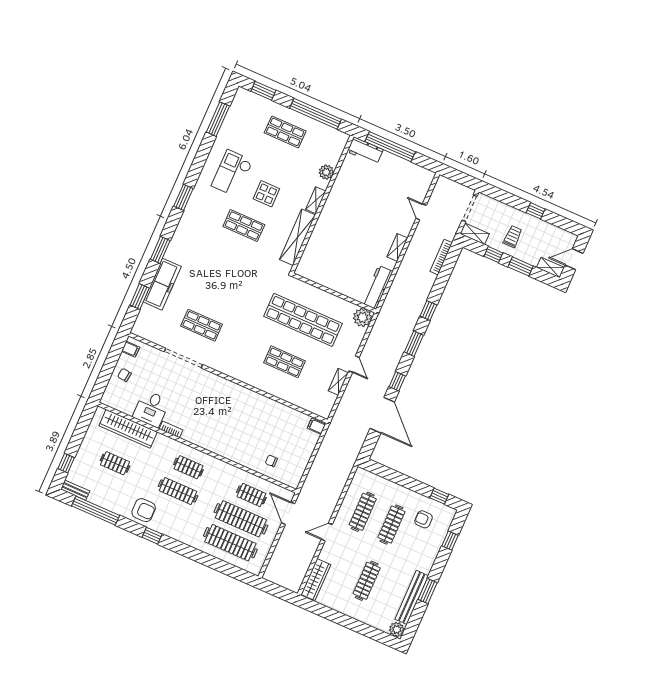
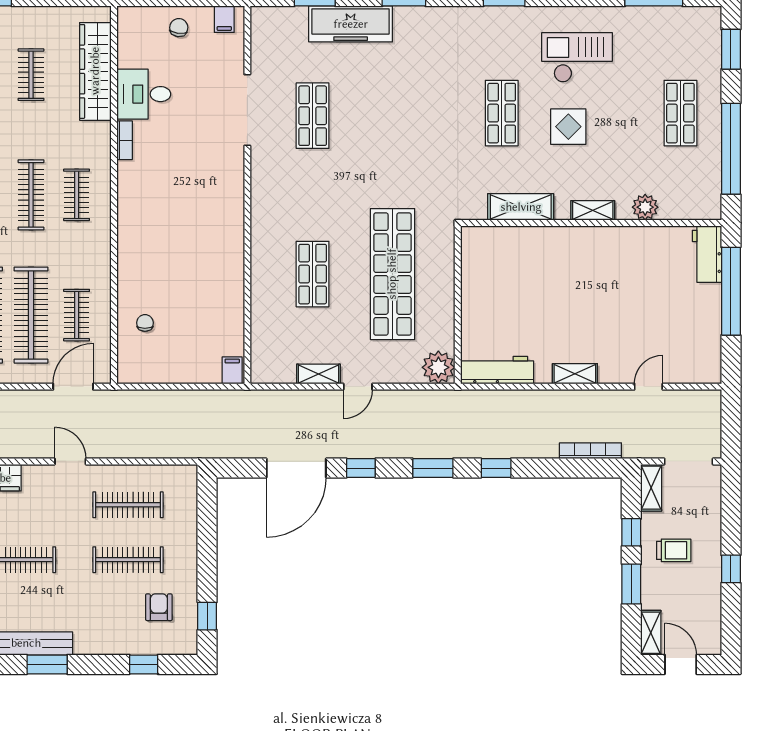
shelving: (297, 237) -> (521, 207), width x0.68

